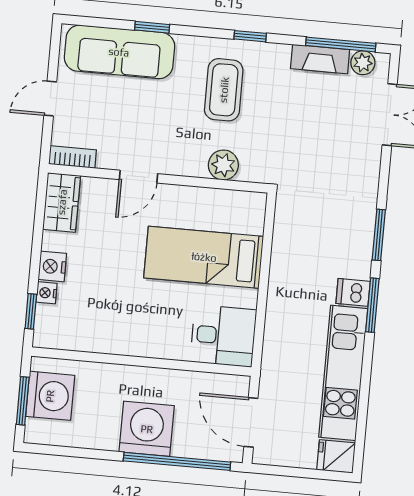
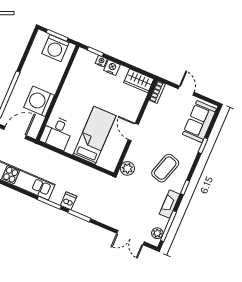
sofa: (119, 52) -> (199, 122), width x0.73
fireplace: (320, 59) -> (170, 204), moved
coffee table: (224, 90) -> (165, 168), turned -72
plant: (223, 165) -> (127, 168), moved
door: (138, 177) -> (133, 132), moved
dishwasher: (353, 292) -> (69, 201), moved
washing machine: (147, 429) -> (39, 101), moved, turned 180

